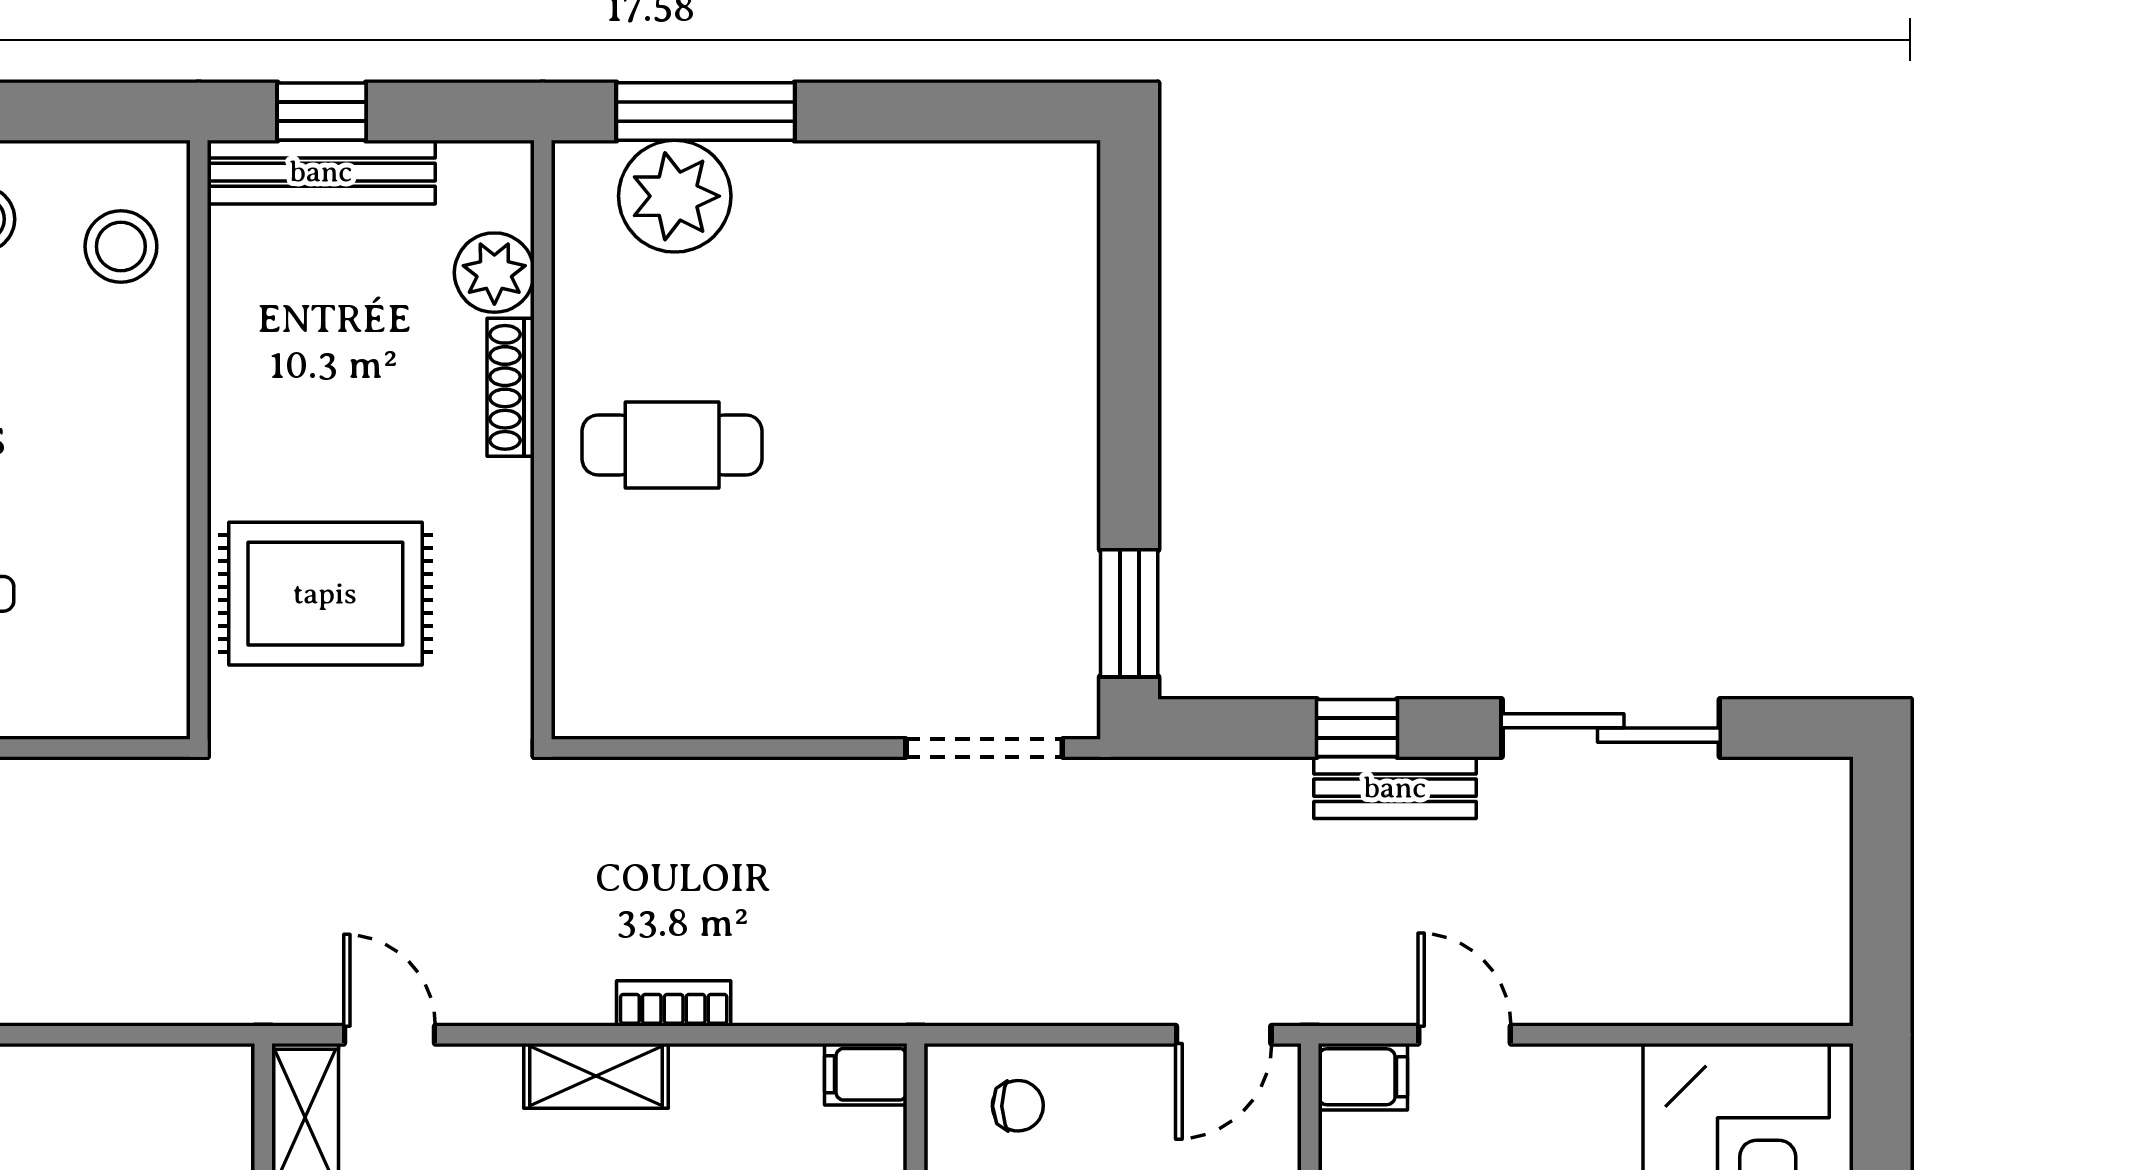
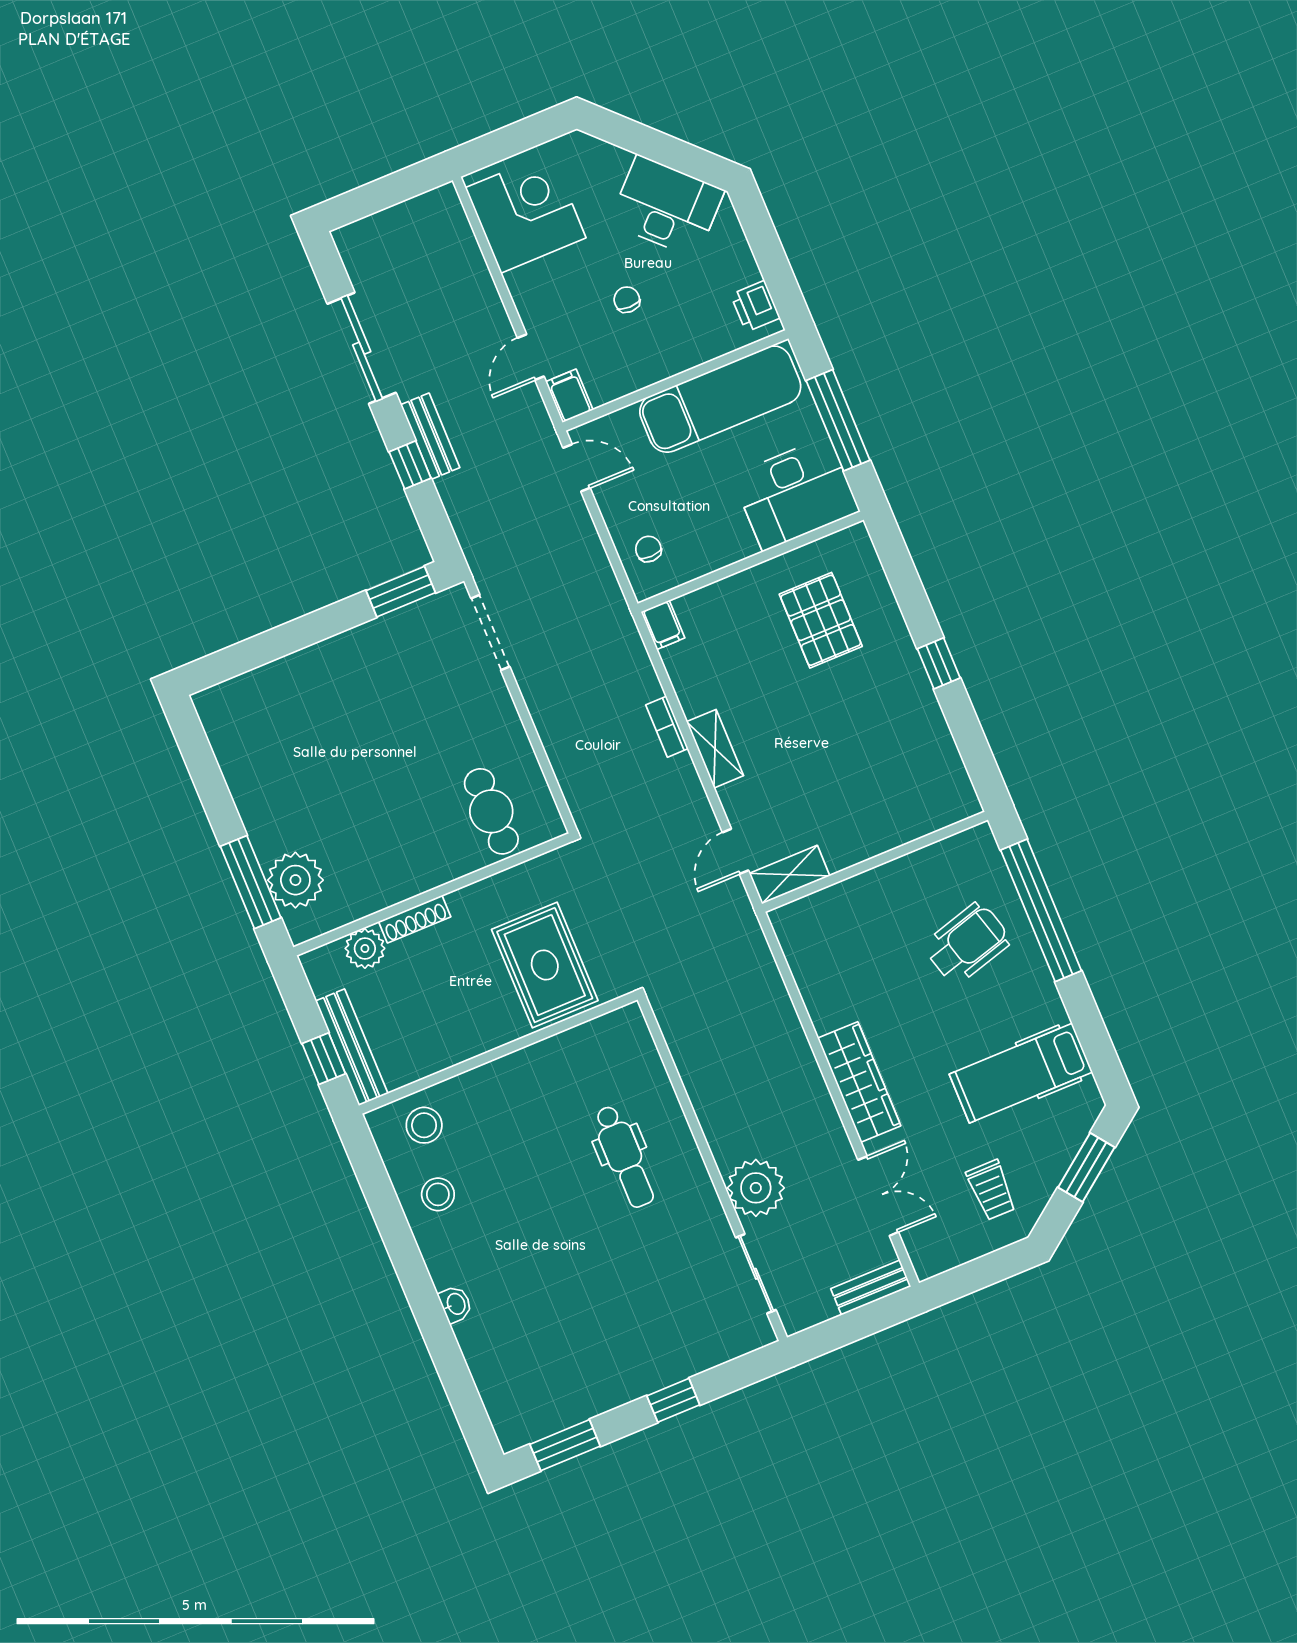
cafe table: (672, 445) -> (491, 811), moved

